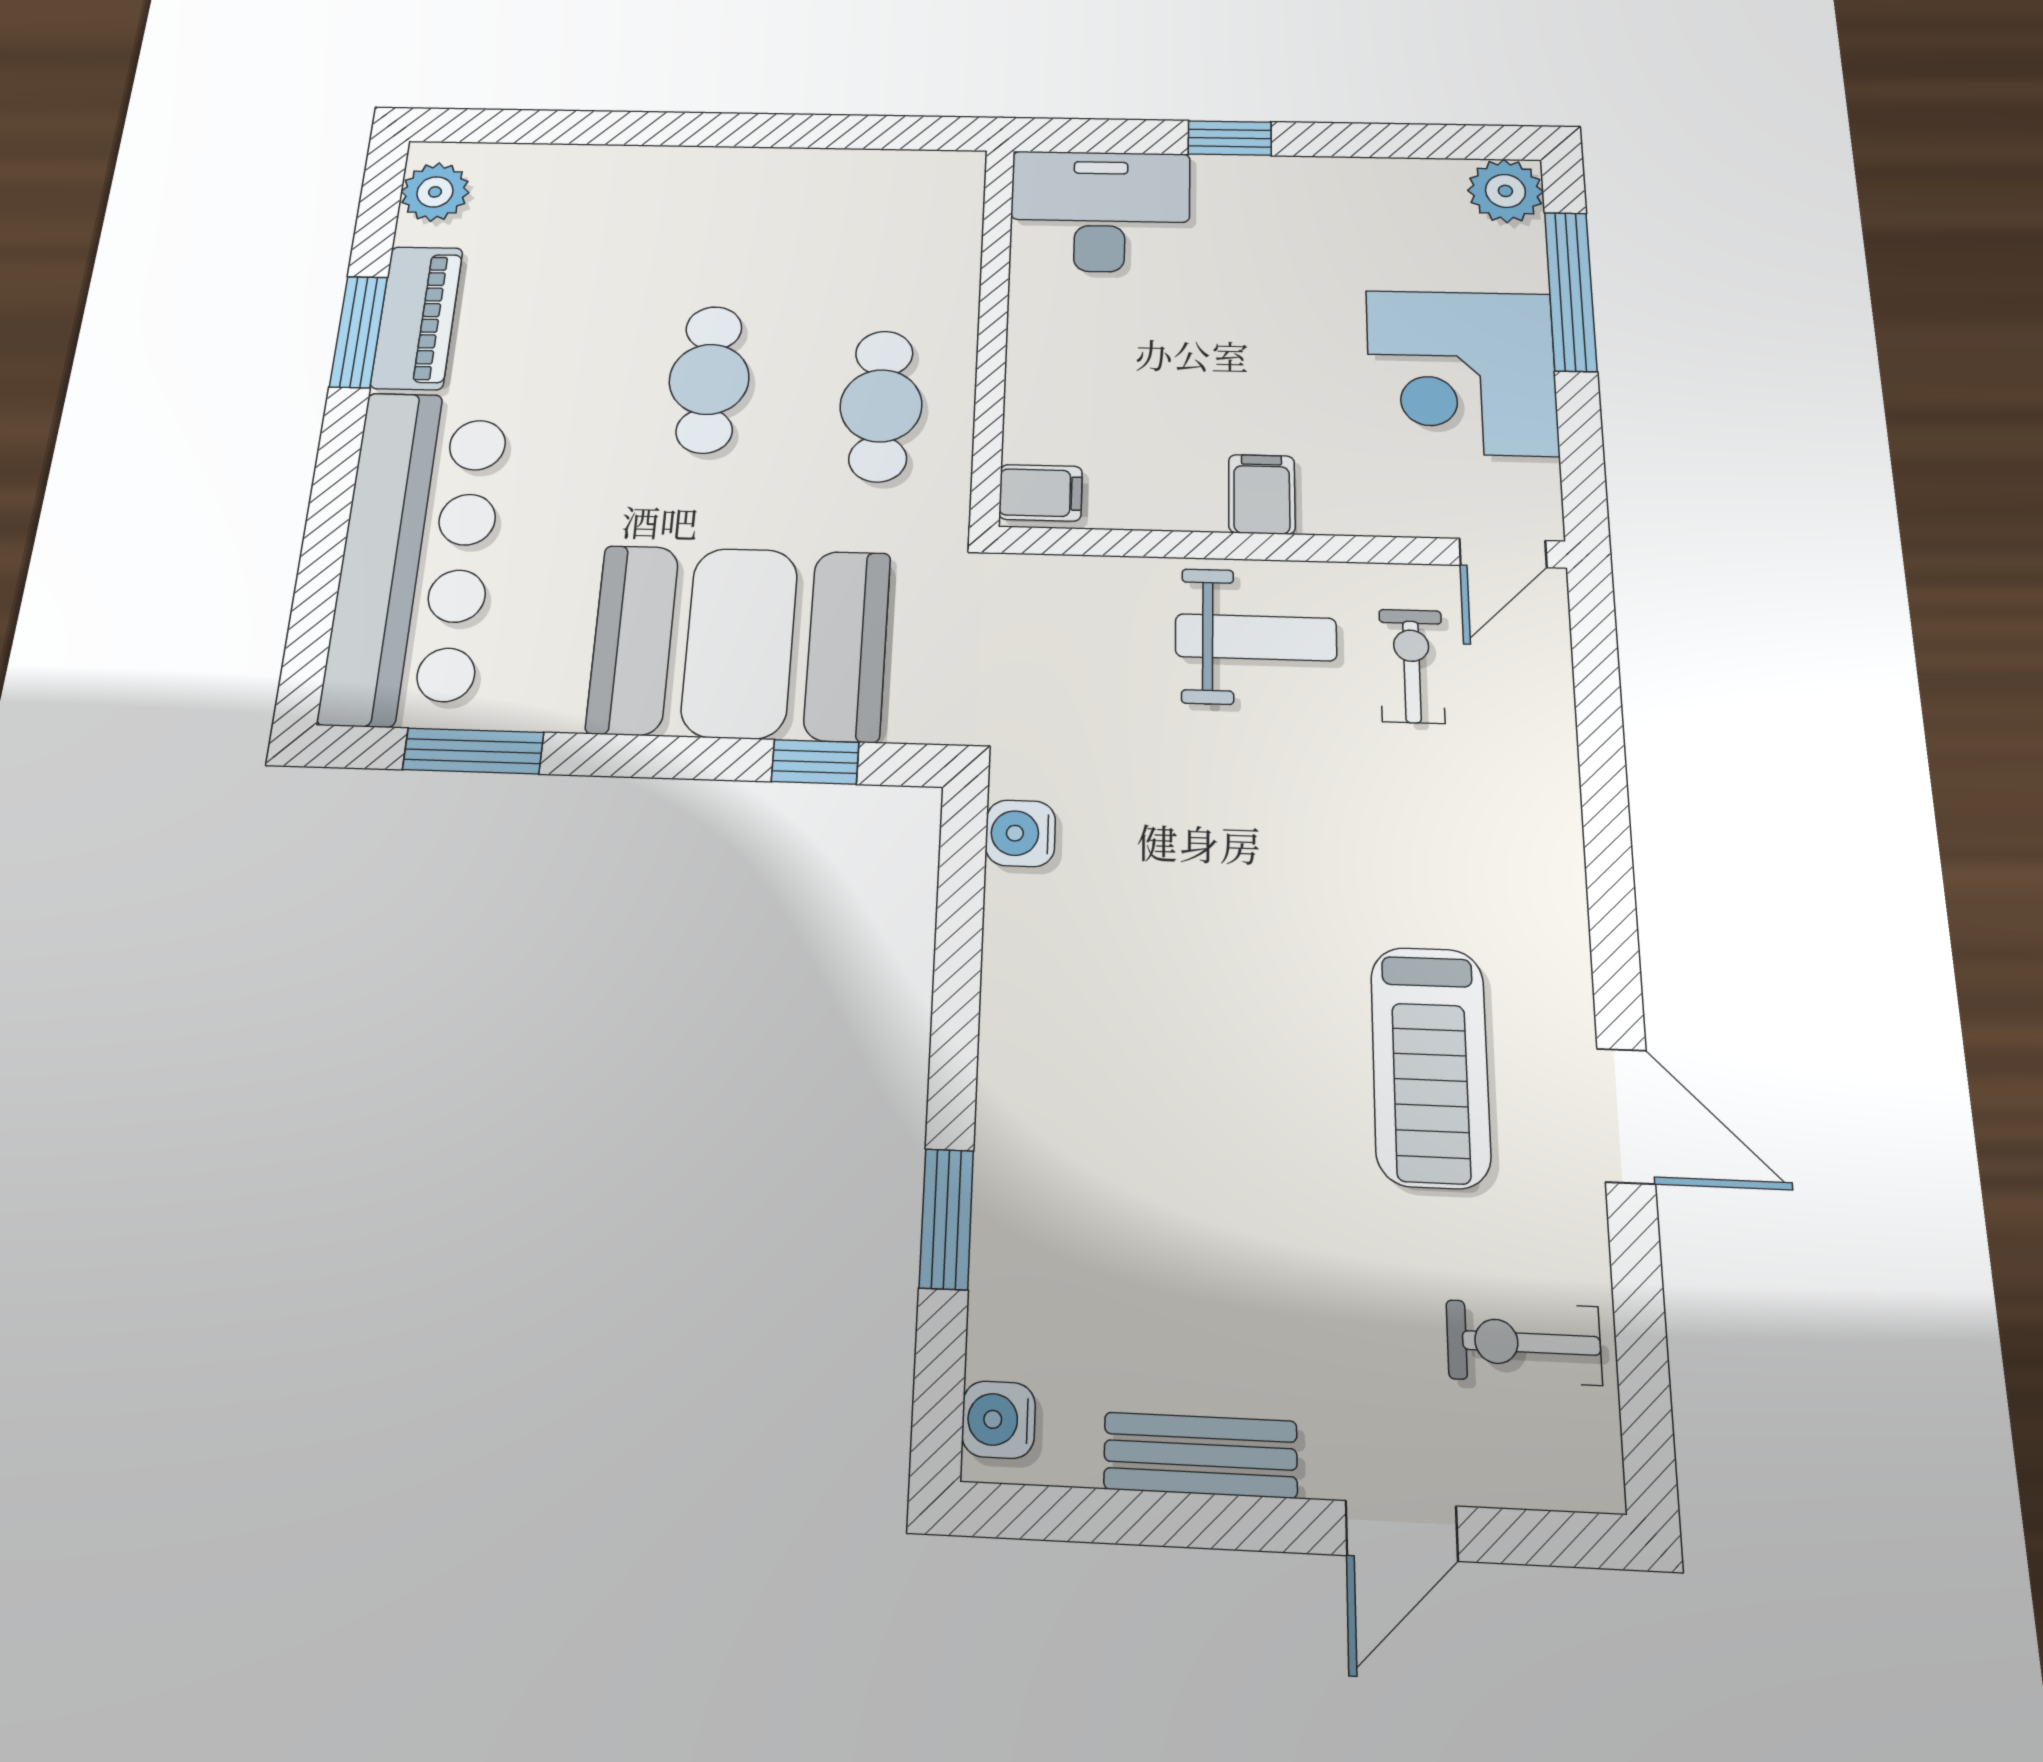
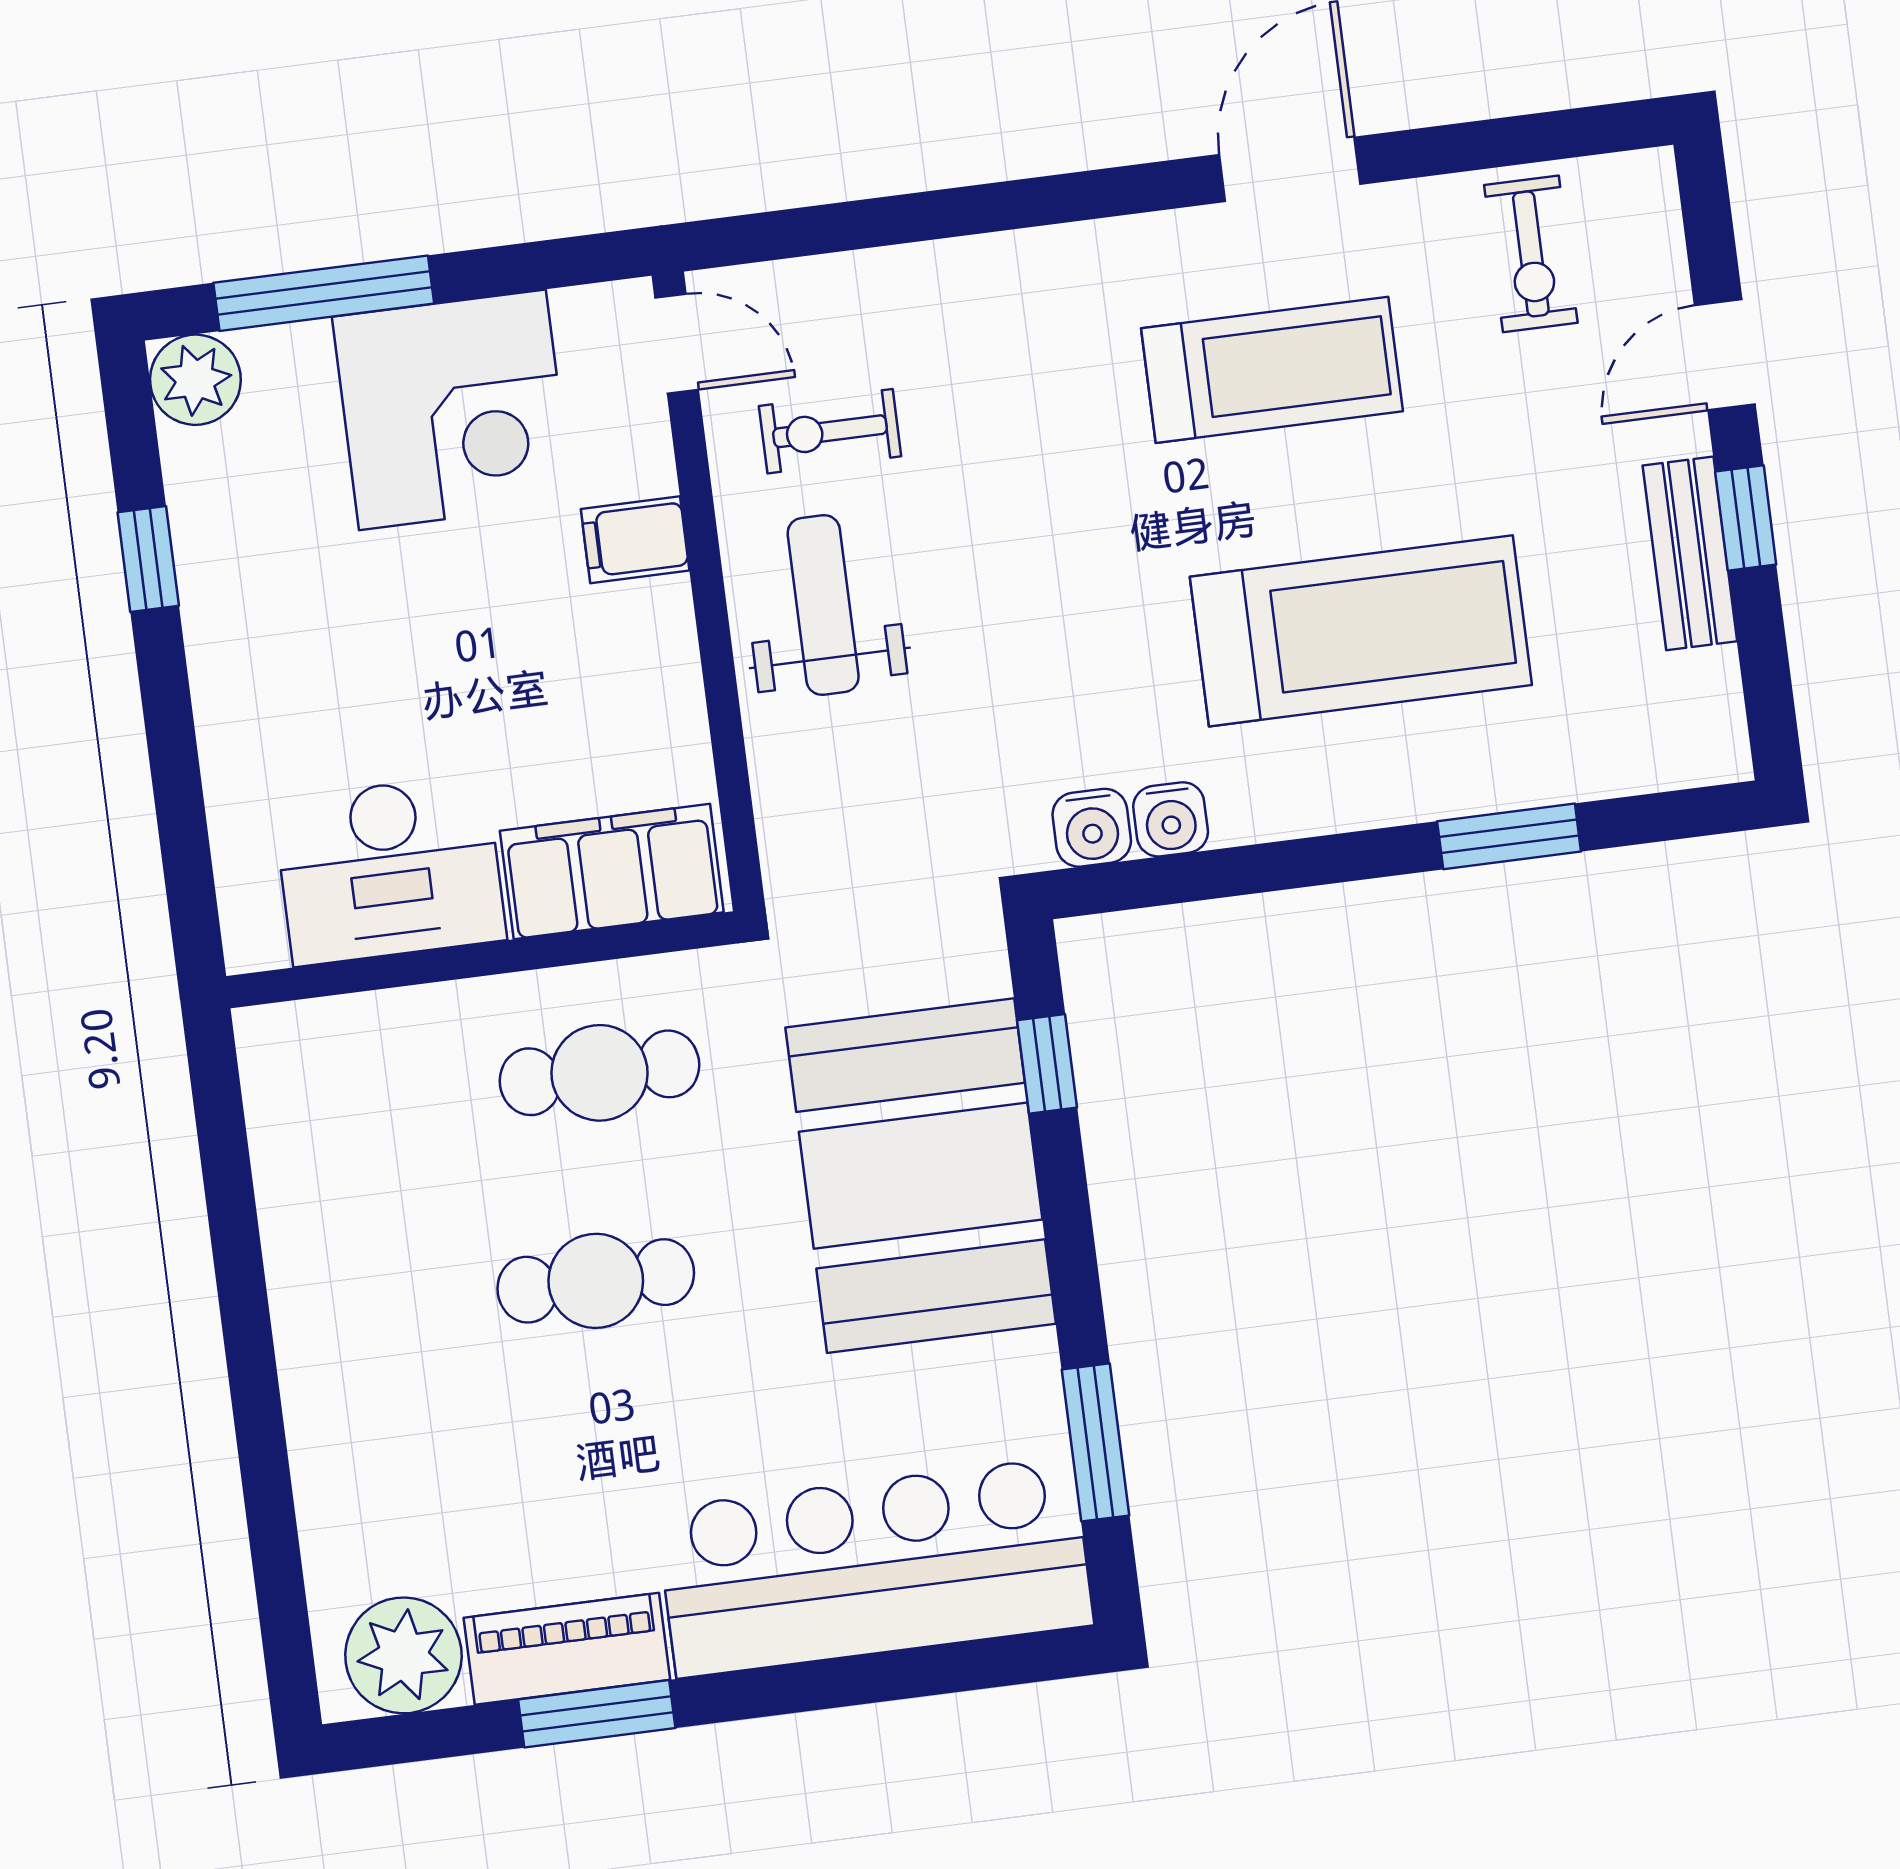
window: (1230, 138) -> (148, 559), moved
plant: (435, 192) -> (403, 1655), width x1.36, depth x1.36
desk: (1100, 211) -> (390, 870), moved, turned -90
filing cabinet: (1041, 493) -> (612, 871), width x3.00, depth x1.17
filing cabinet: (1262, 494) -> (635, 540), moved
treadmill: (1167, 1109) -> (1361, 631), added
water cooler: (998, 1420) -> (1171, 819), moved
window: (1229, 1522) -> (1746, 518), added
door: (1402, 1531) -> (1725, 355), swing flipped

